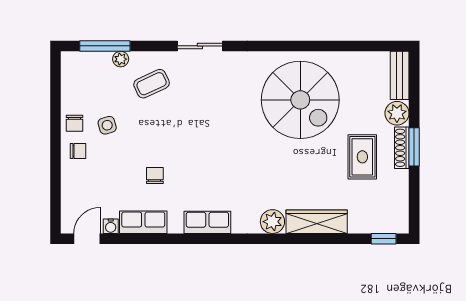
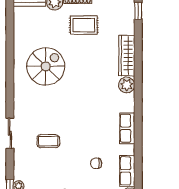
coffee table: (152, 84) -> (48, 141), moved, turned -65
spiral stairs: (300, 100) -> (46, 66), width x0.73, depth x0.73

